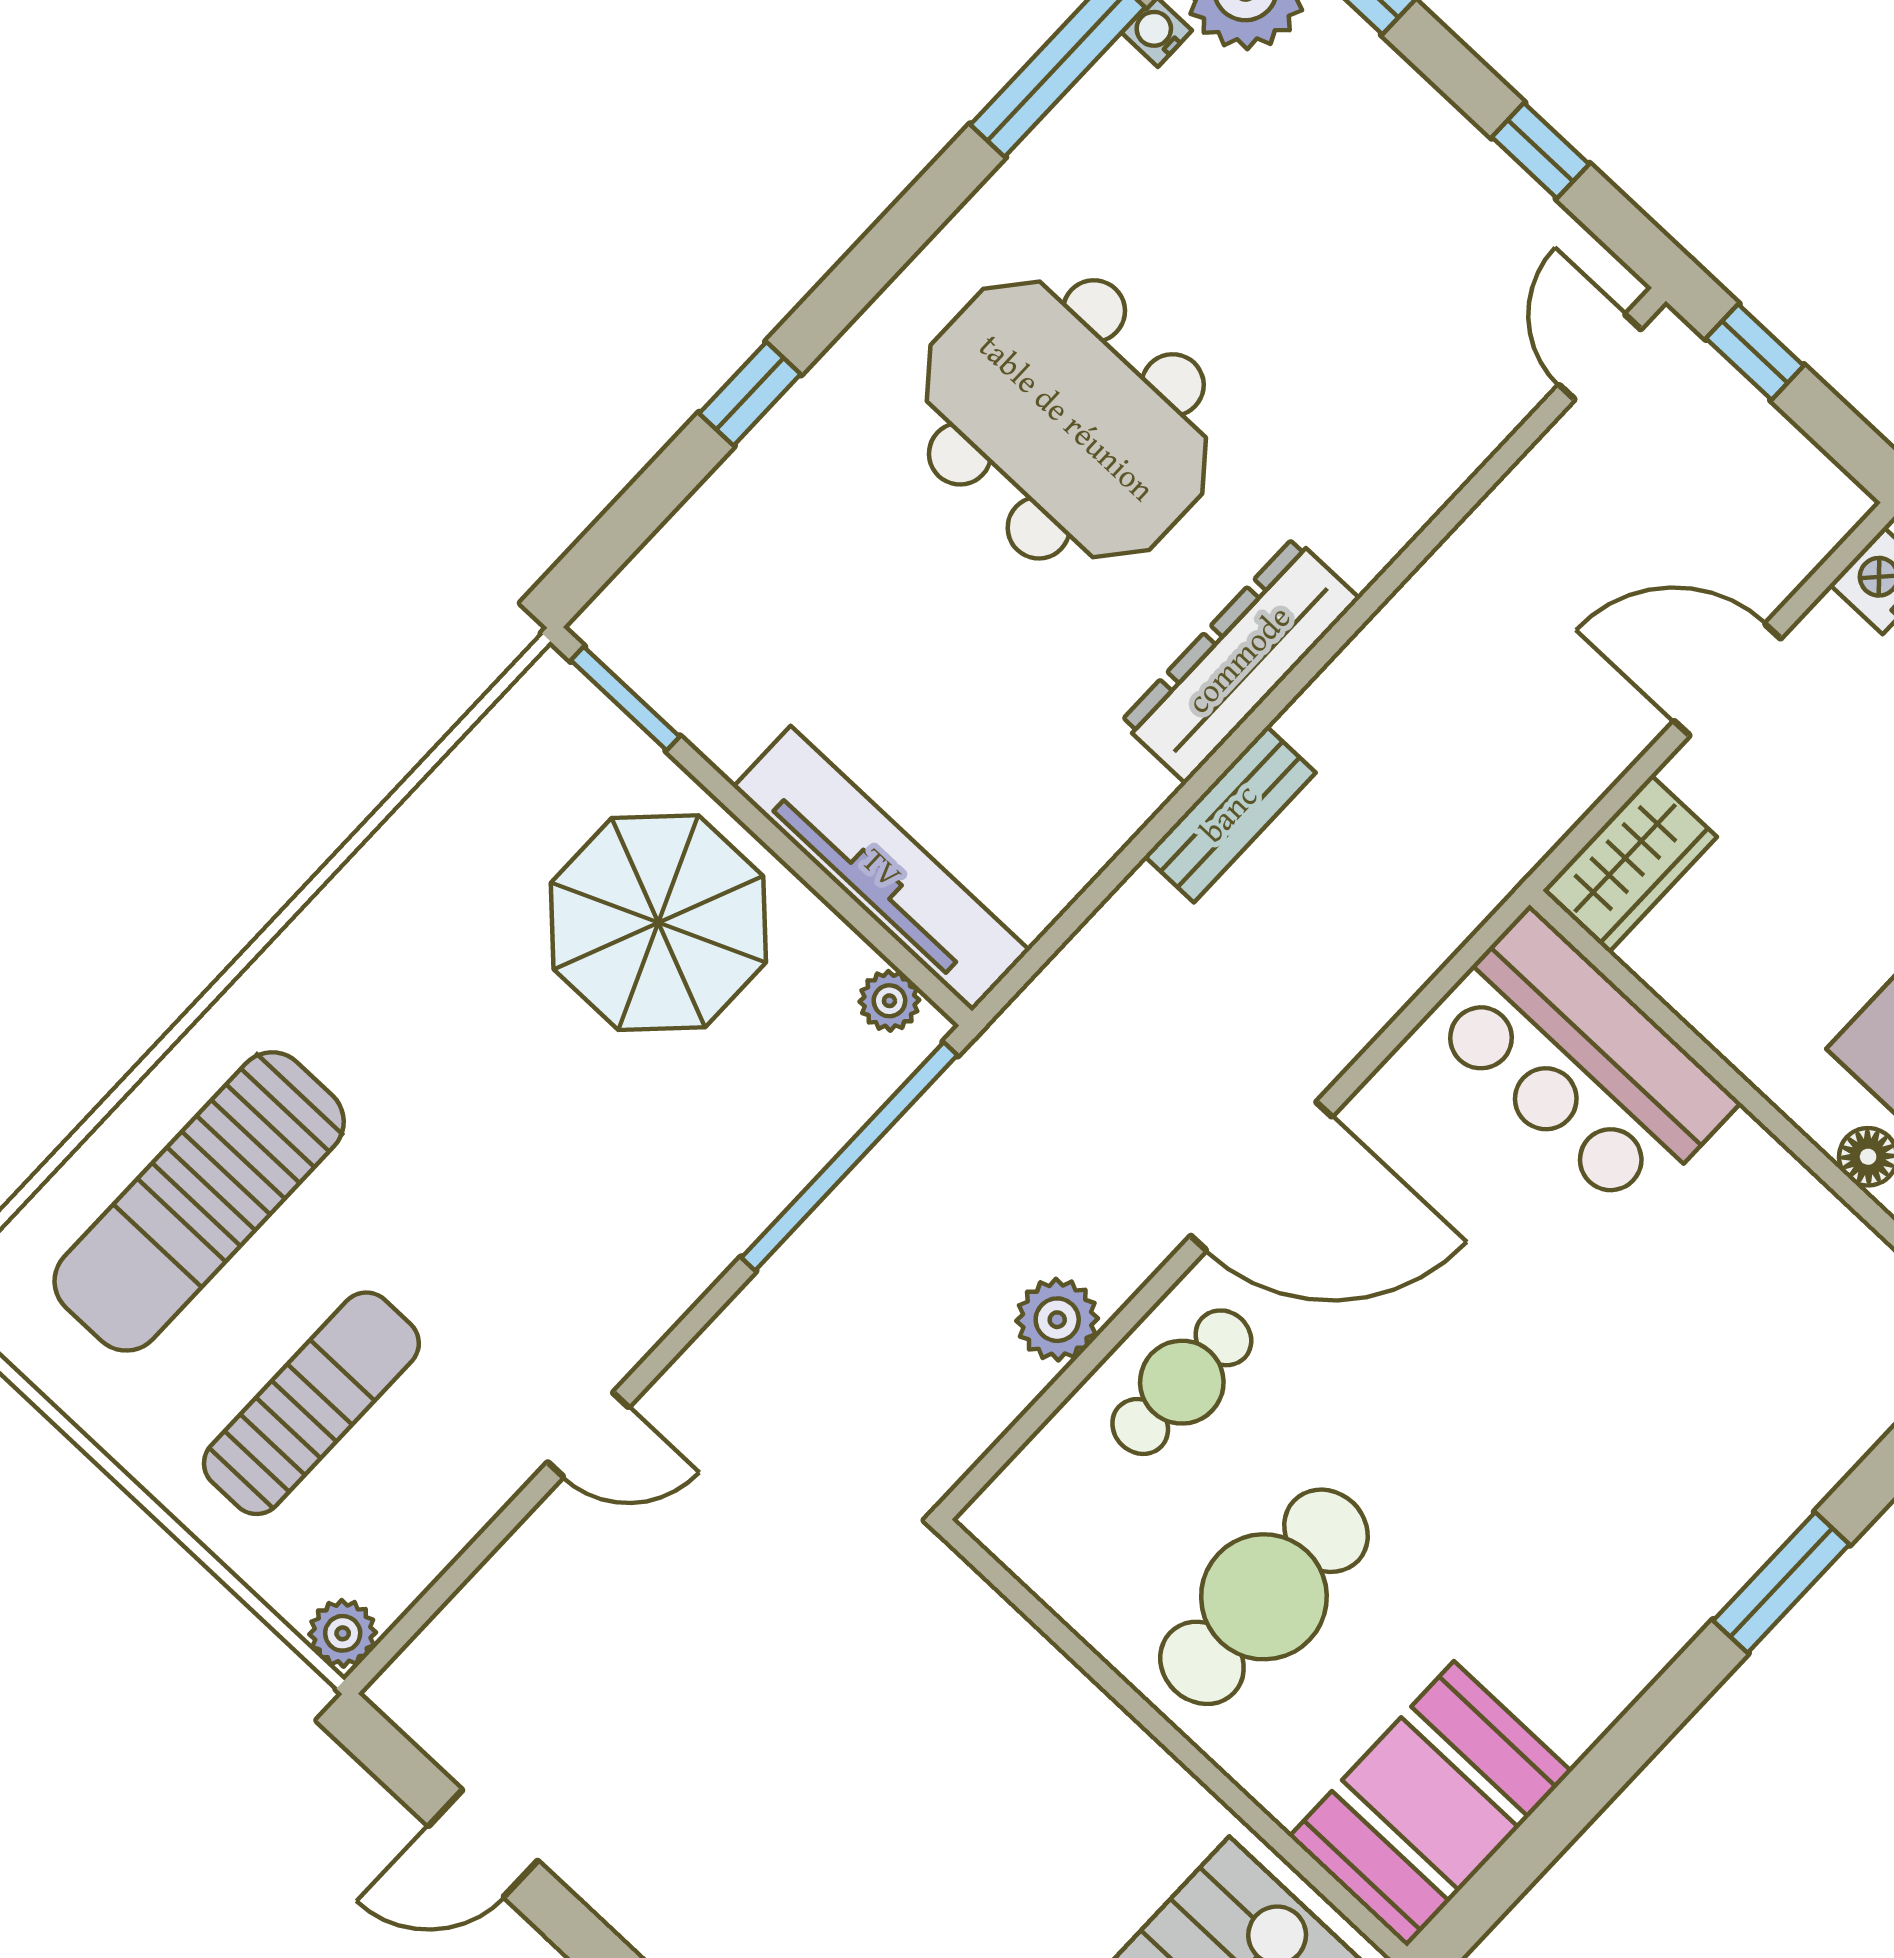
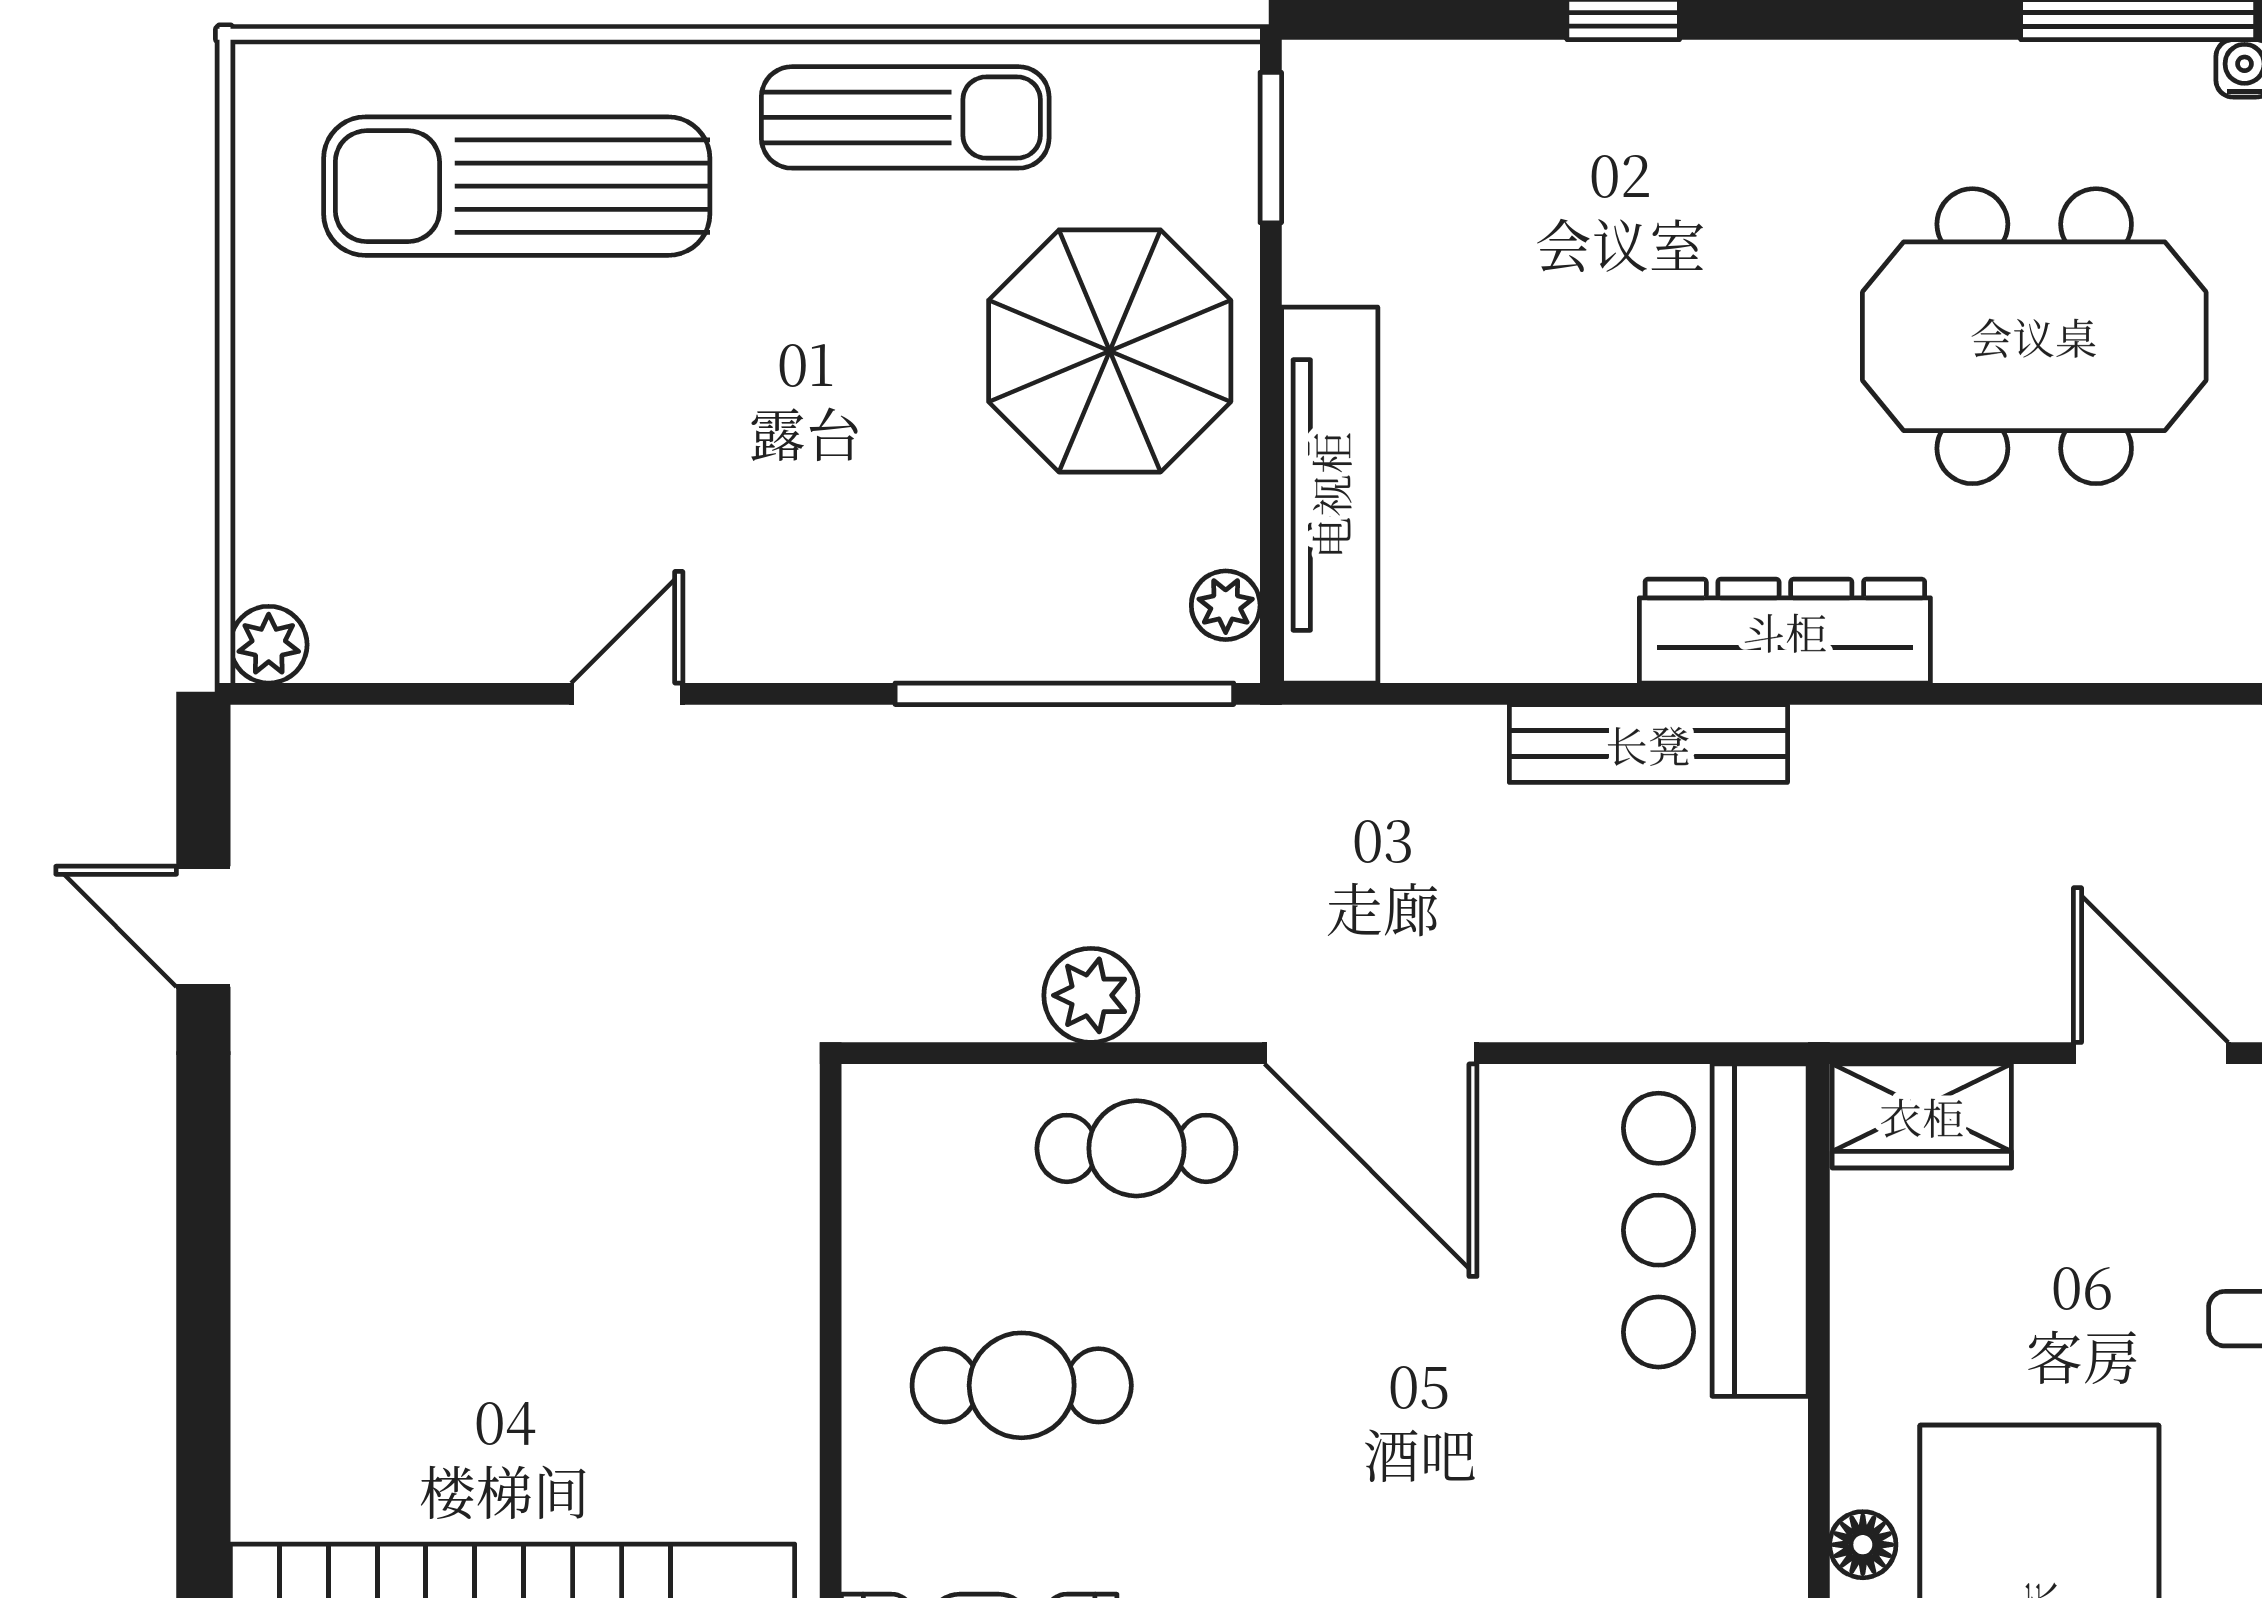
meeting table: (1066, 419) -> (2034, 336), moved, turned 90
bench: (1230, 814) -> (1648, 744), width x1.36
sun lounger: (311, 1403) -> (905, 117), moved
door: (588, 1435) -> (627, 694), swing flipped
cafe table: (1264, 1597) -> (1022, 1385), width x0.73, depth x0.74

